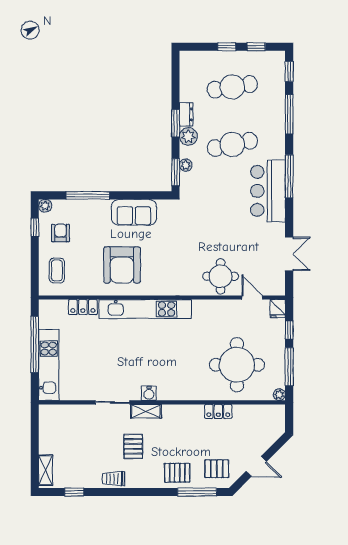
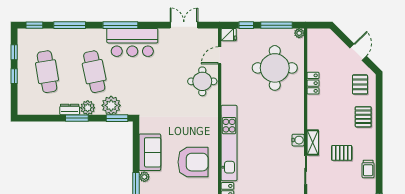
plant: (186, 165) -> (111, 105), width x1.88, depth x1.88
plant: (104, 206) -> (144, 177), added
window: (197, 492) -> (379, 101), removed

